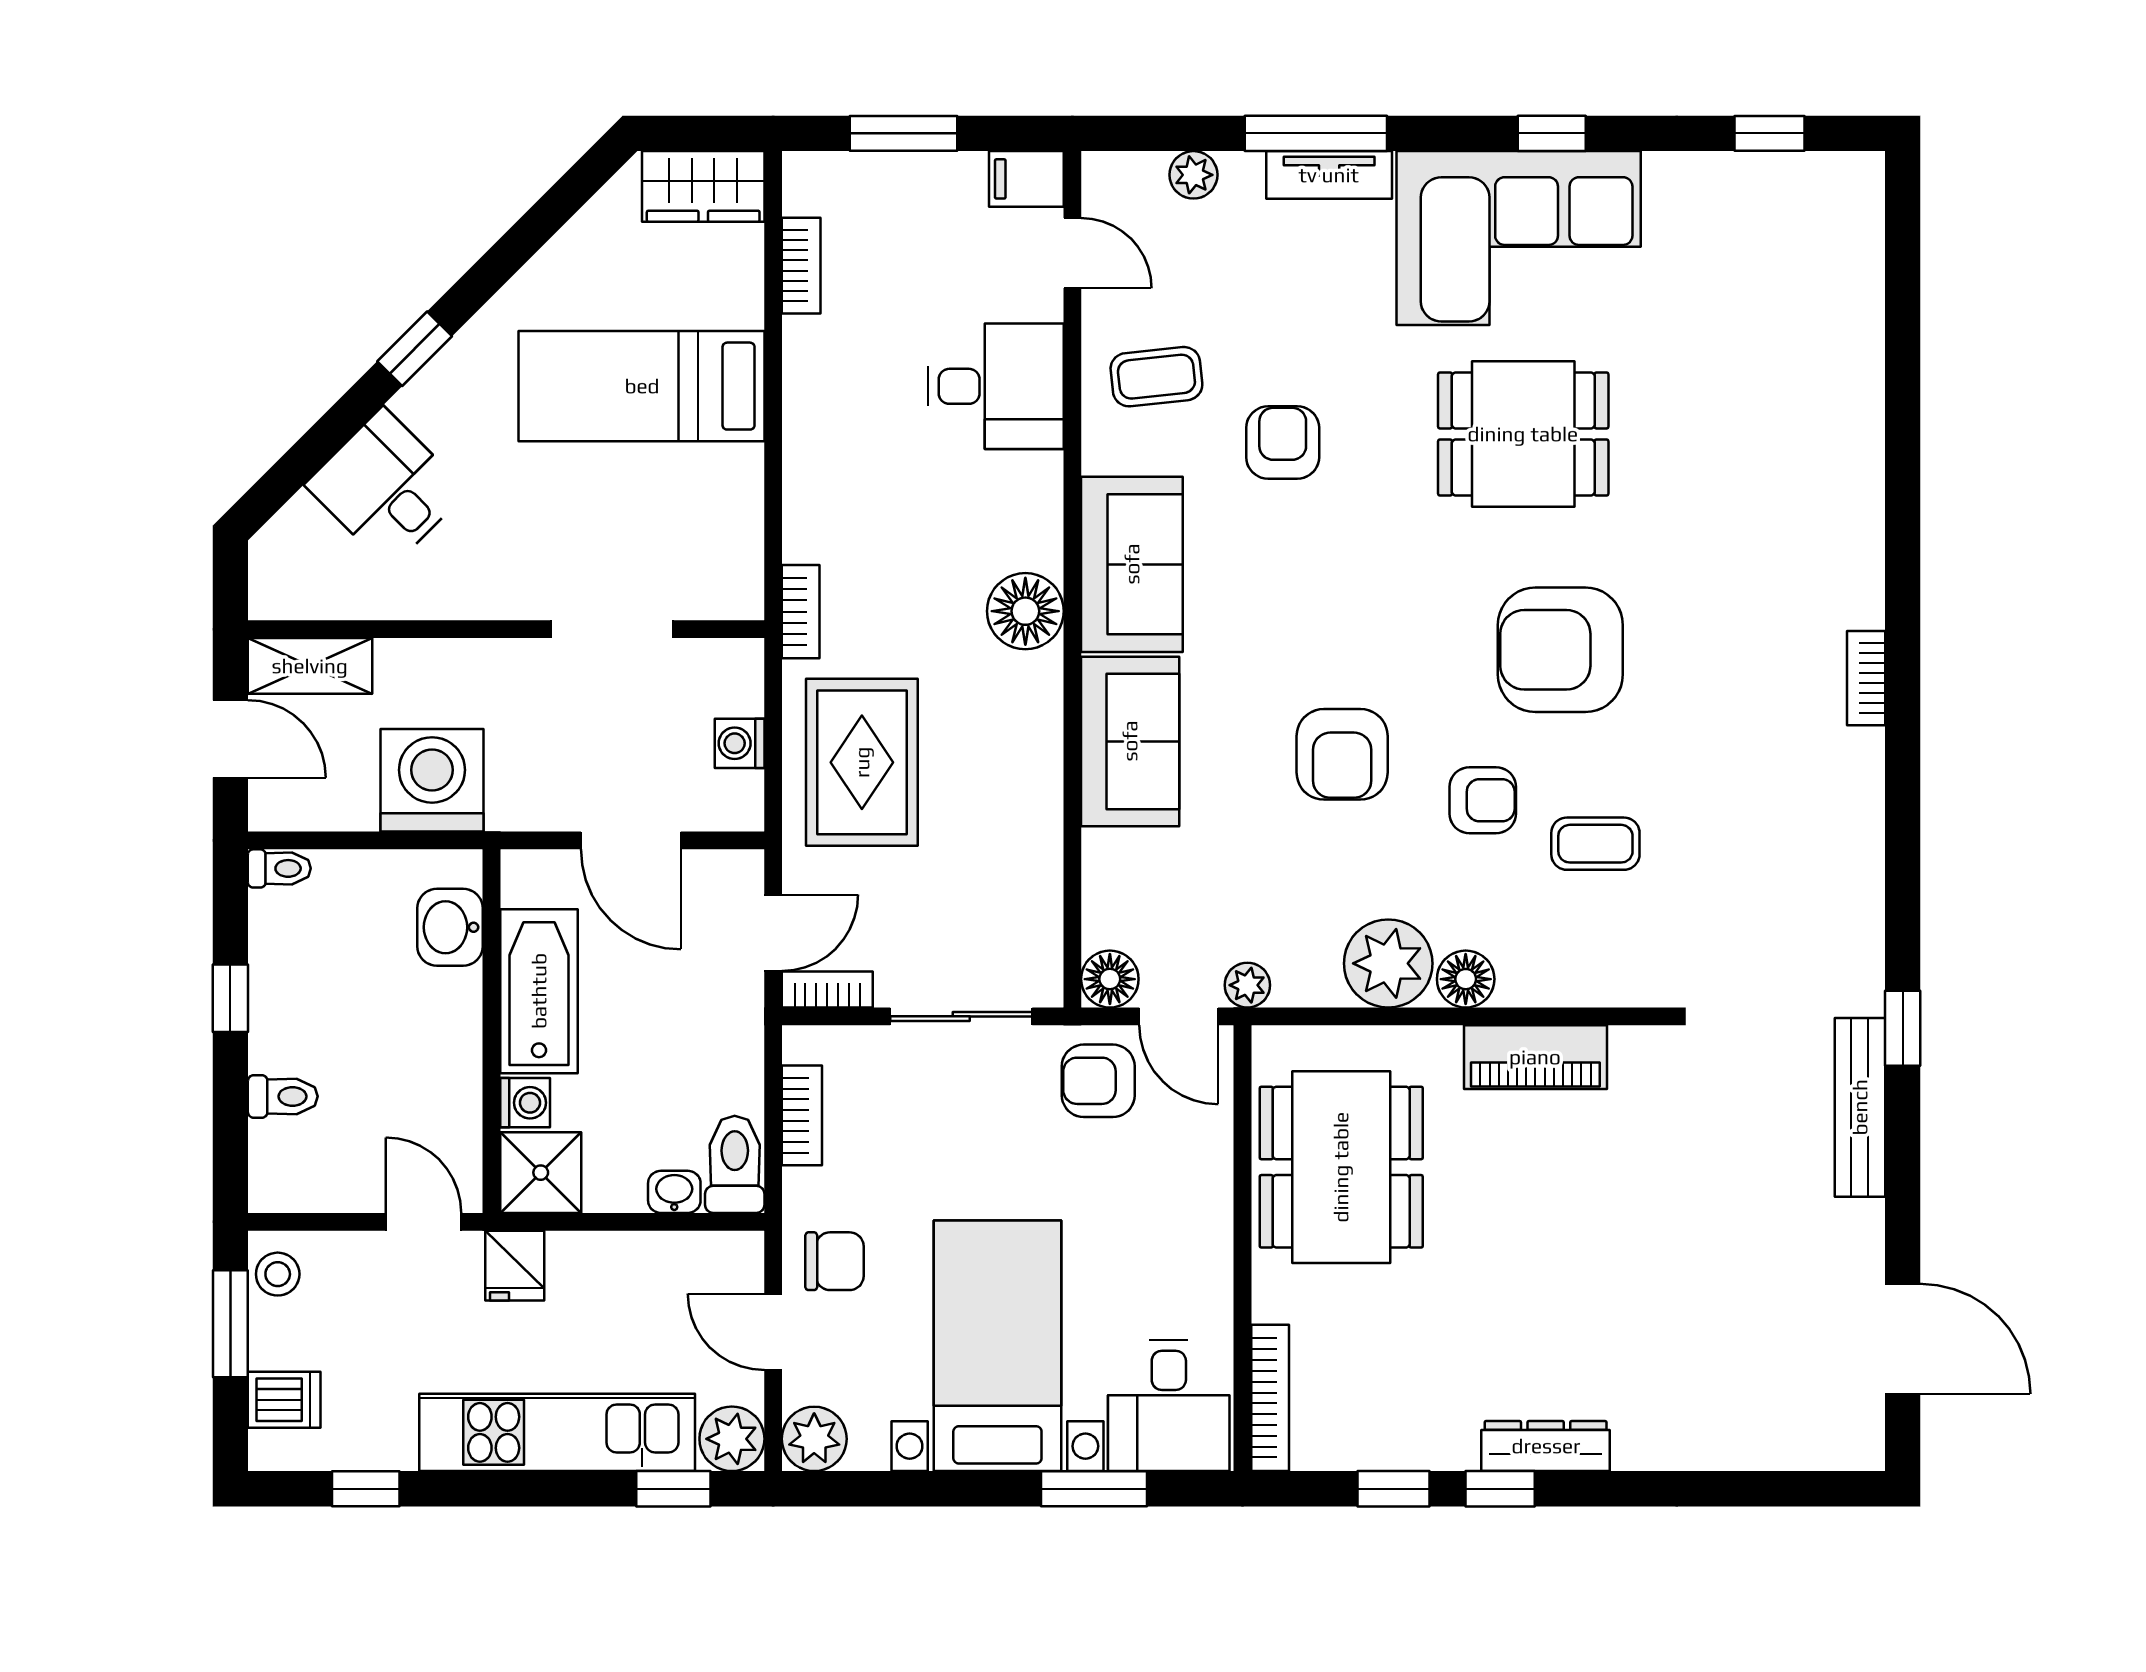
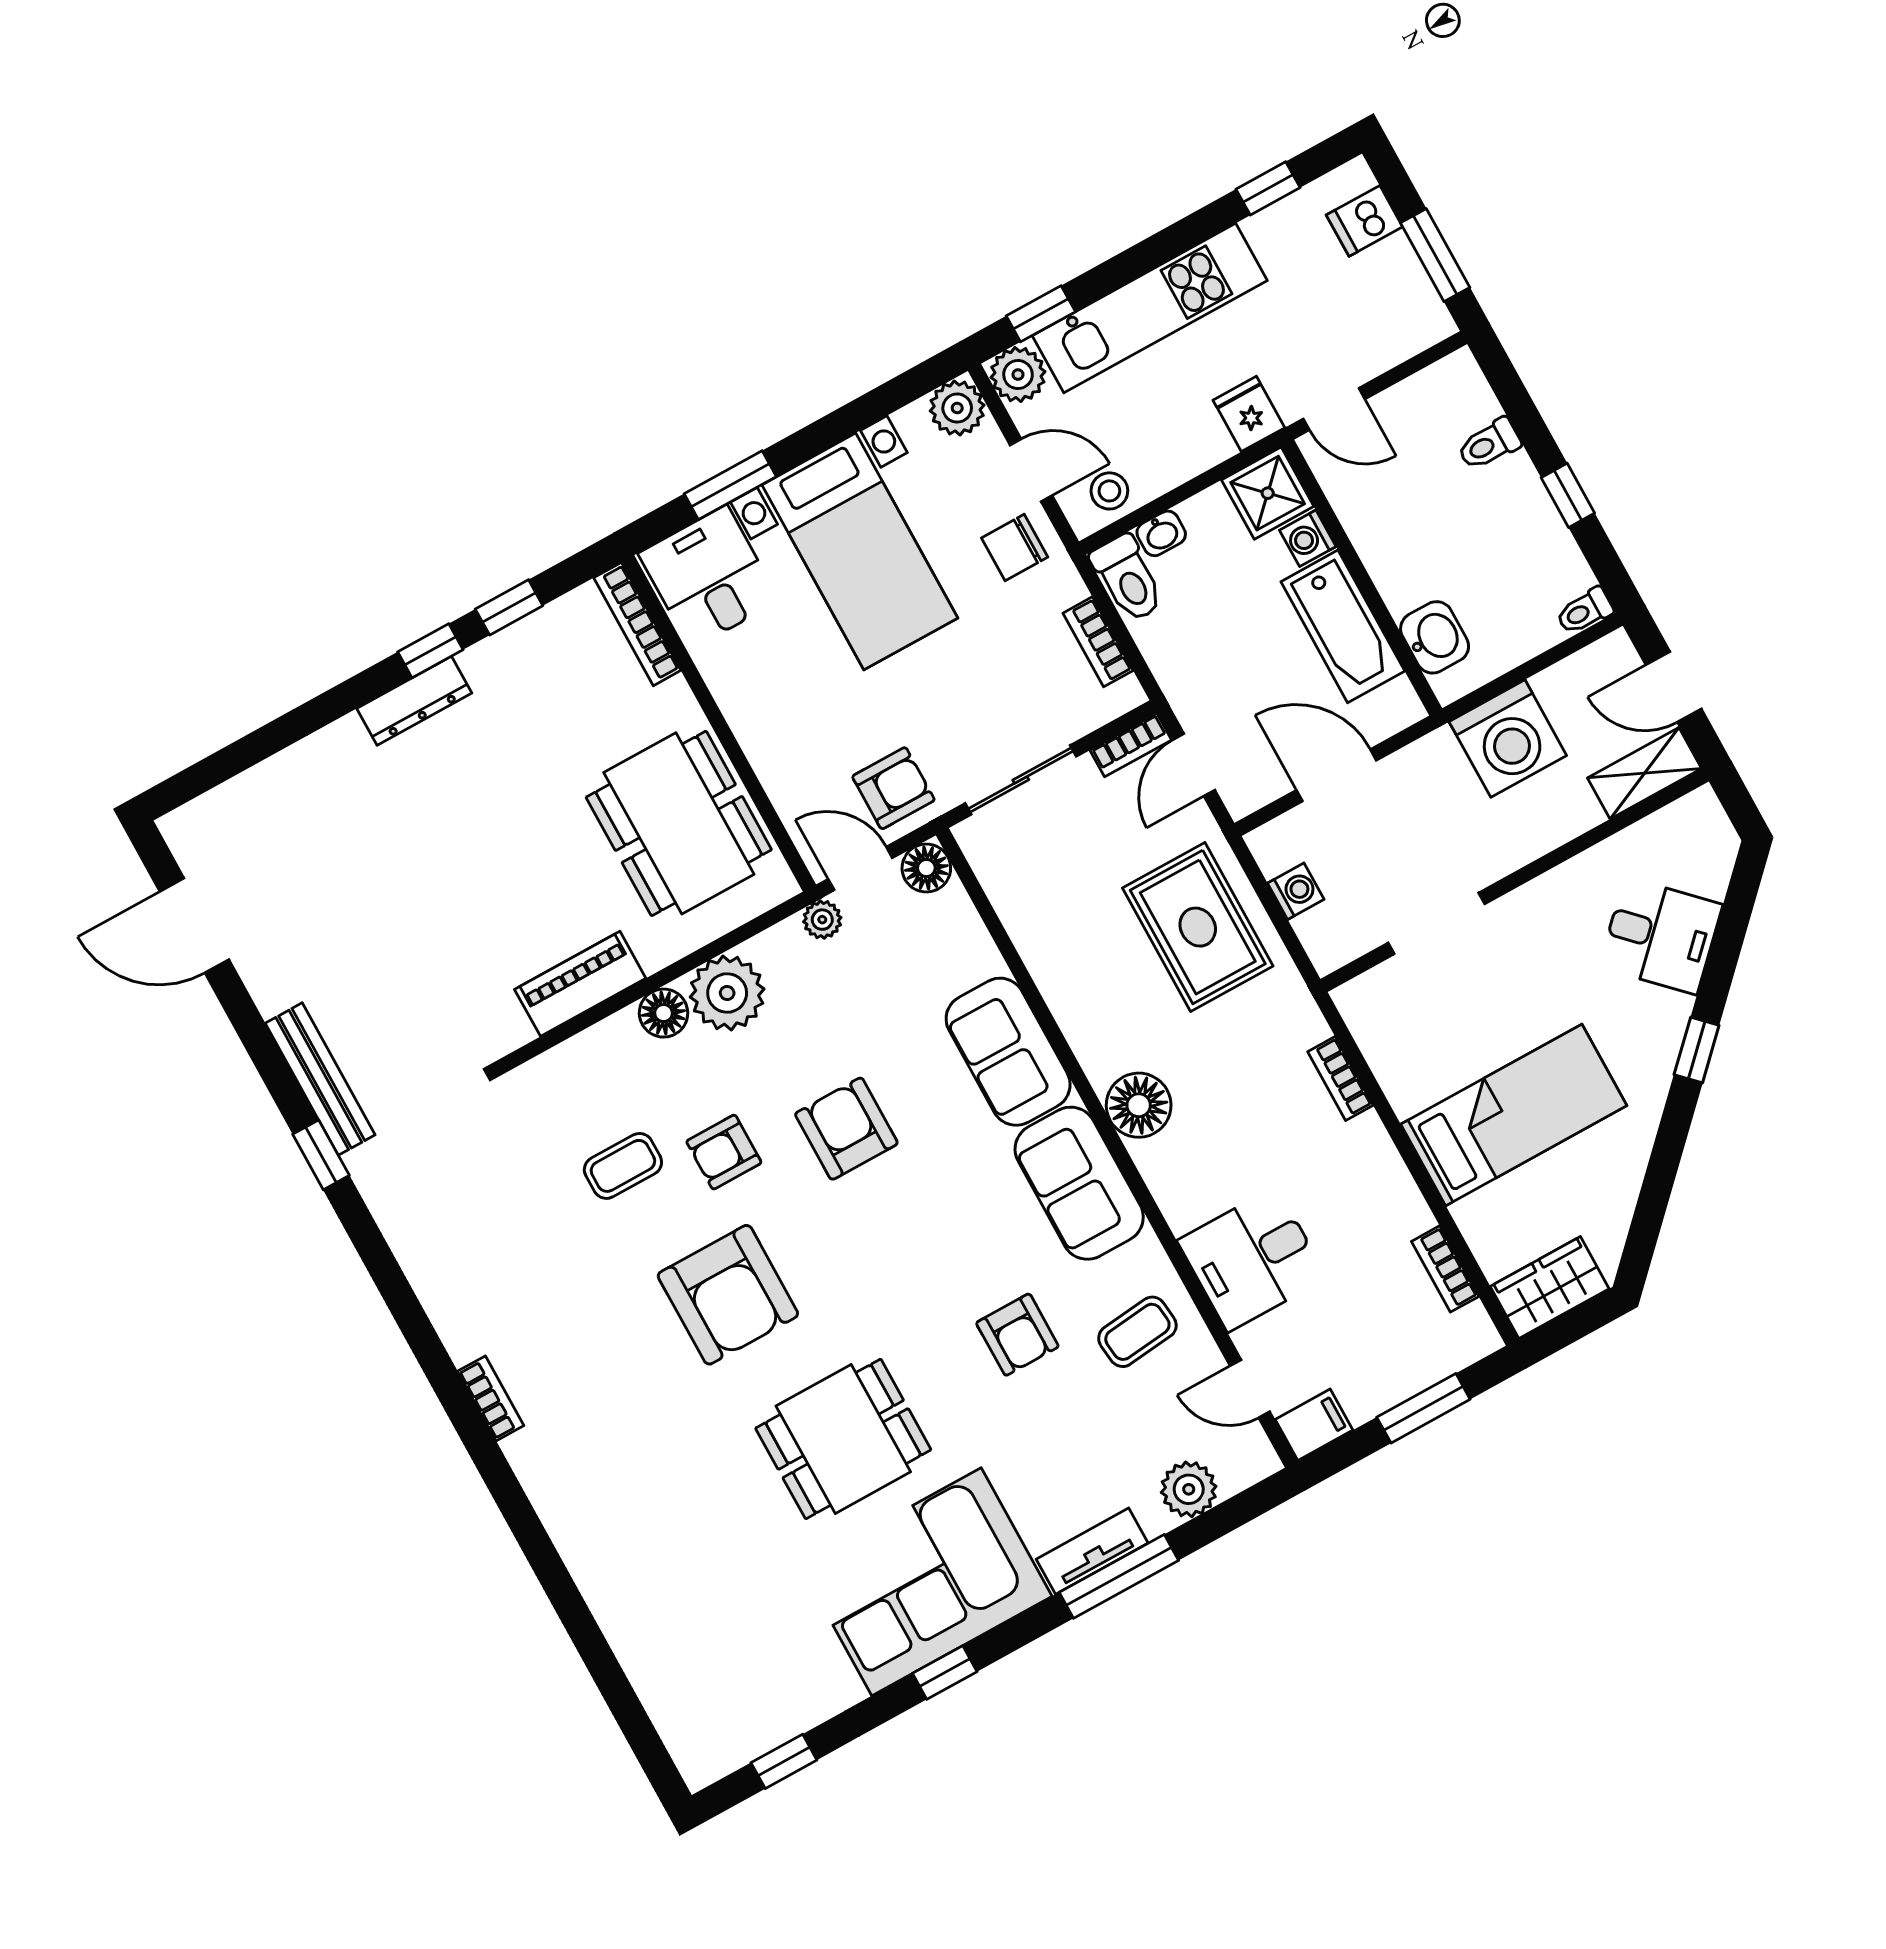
plant: (1193, 175) -> (1189, 1489), width x1.38, depth x1.38
bookcase: (801, 612) -> (1340, 1078), moved
armchair: (1560, 650) -> (728, 1295), turned 90
stool: (278, 1274) -> (1109, 491), moved

